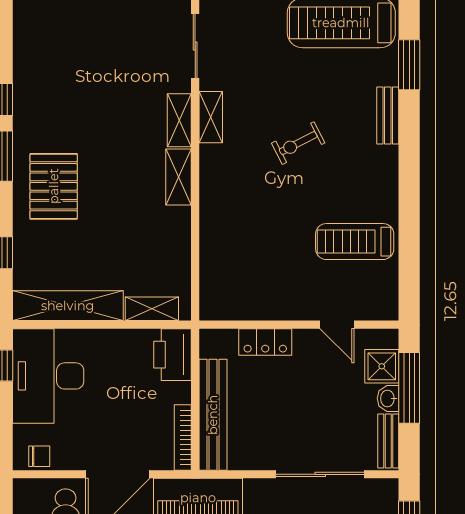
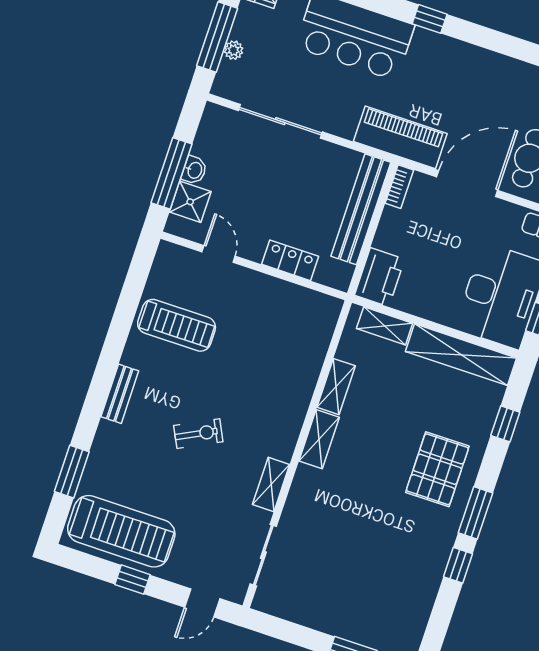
bench: (388, 116) -> (120, 394), moved
shelving: (179, 120) -> (336, 387), moved
bookcase: (183, 437) -> (399, 187), width x0.64
bench: (388, 441) -> (207, 131), removed

